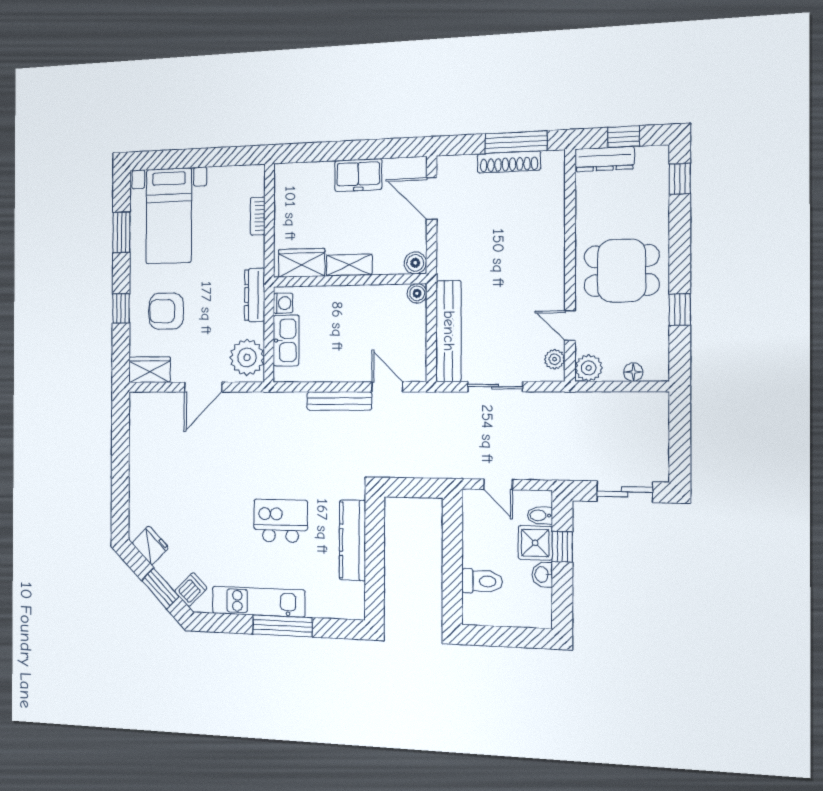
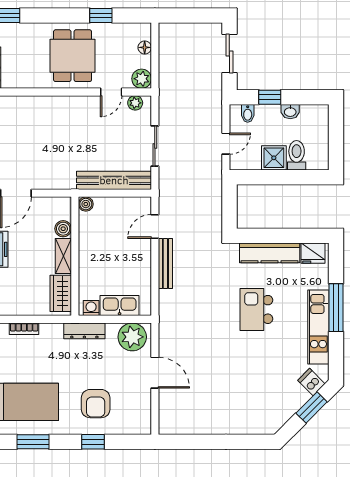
boiler: (415, 263) -> (63, 229), moved
wardrobe: (150, 370) -> (141, 417), removed
shower: (535, 543) -> (274, 158), moved
fridge: (150, 545) -> (313, 253), moved, turned -135

